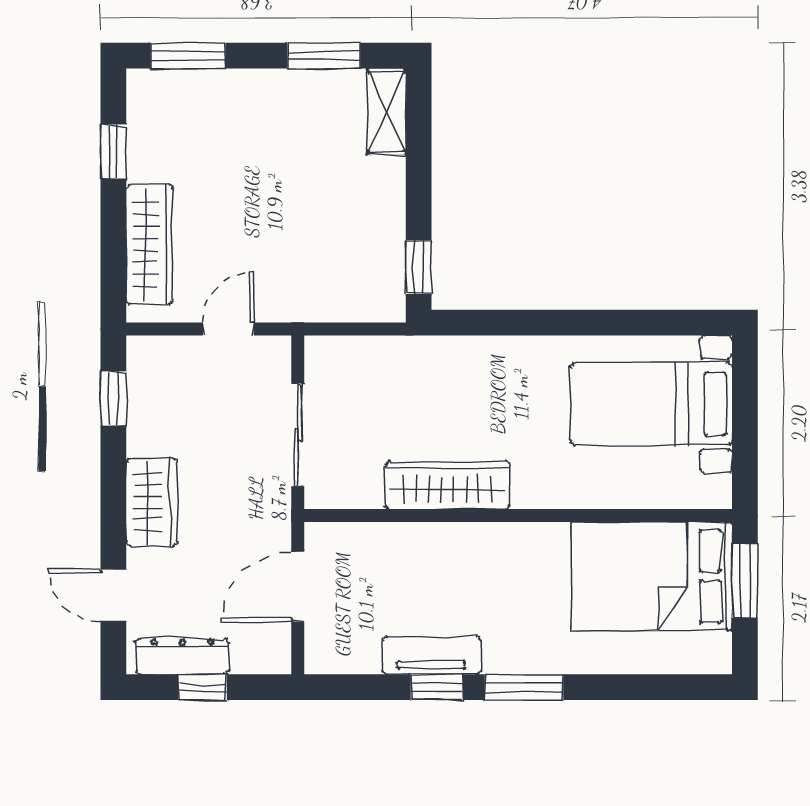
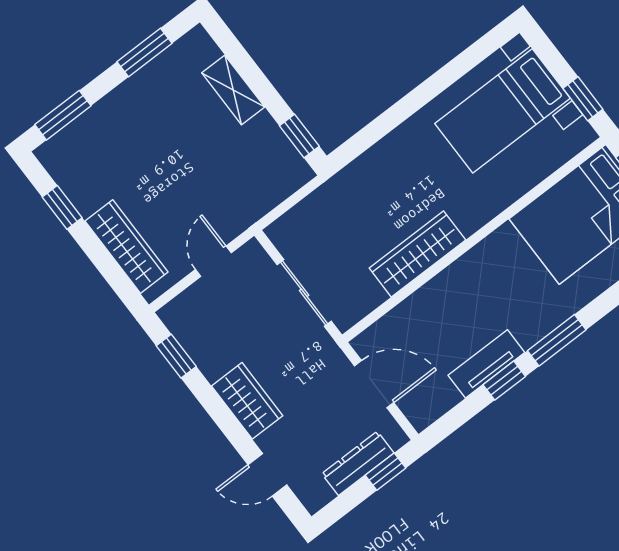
shelving: (387, 111) -> (233, 90), moved
window: (745, 456) -> (583, 99), added
door: (298, 587) -> (374, 384), swing flipped
dresser: (182, 656) -> (358, 463), moved
window: (203, 687) -> (385, 472), moved

